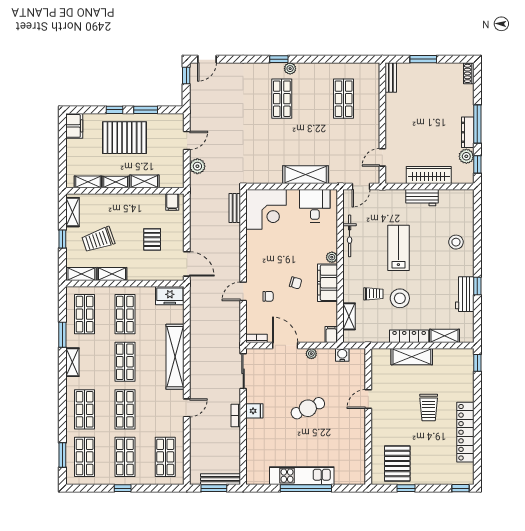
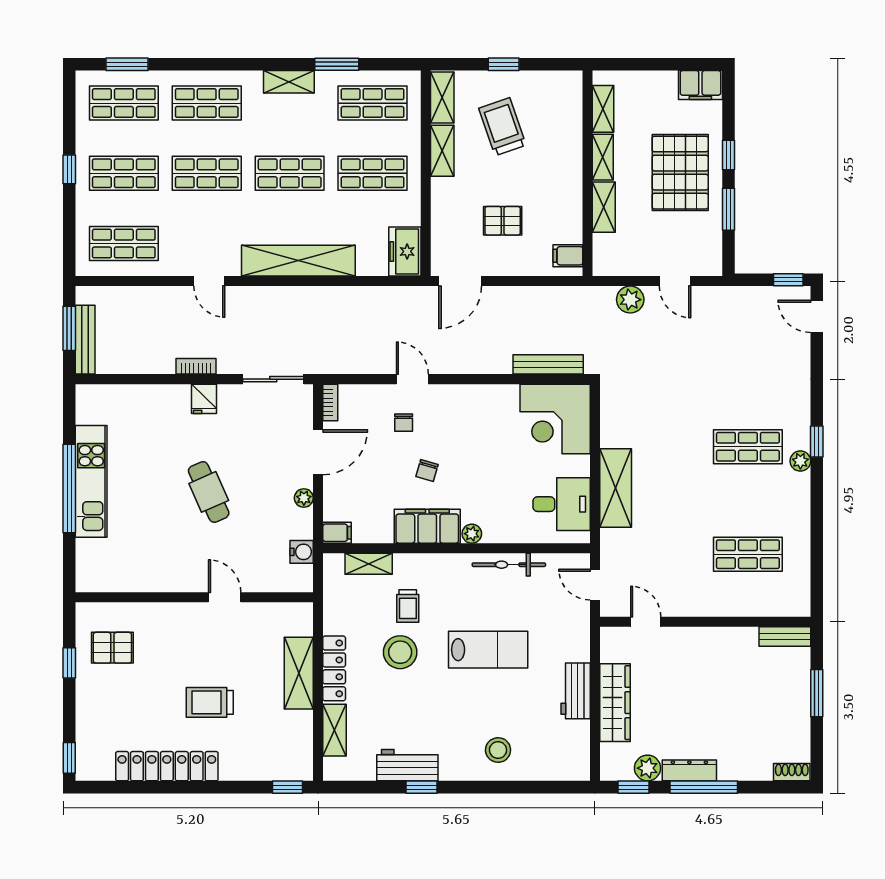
bench: (235, 208) -> (548, 364), width x1.36
shelving: (72, 212) -> (550, 82), removed
pallet: (397, 463) -> (112, 648), width x0.67, depth x0.71

